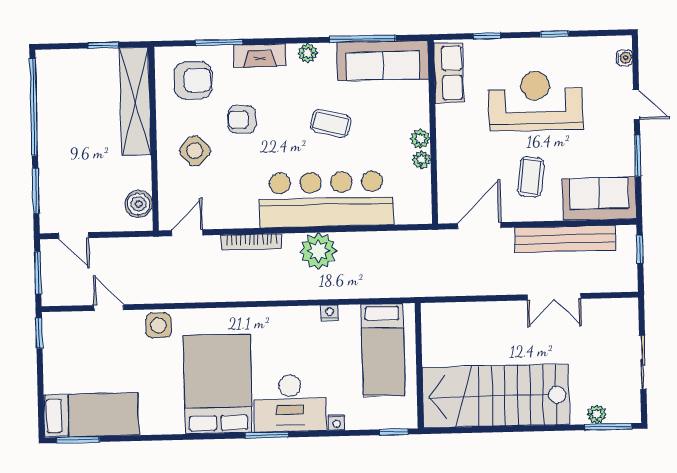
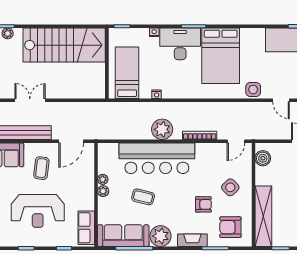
plant: (308, 53) -> (160, 236), width x1.87, depth x1.87
coffee table: (331, 123) -> (143, 197), moved

